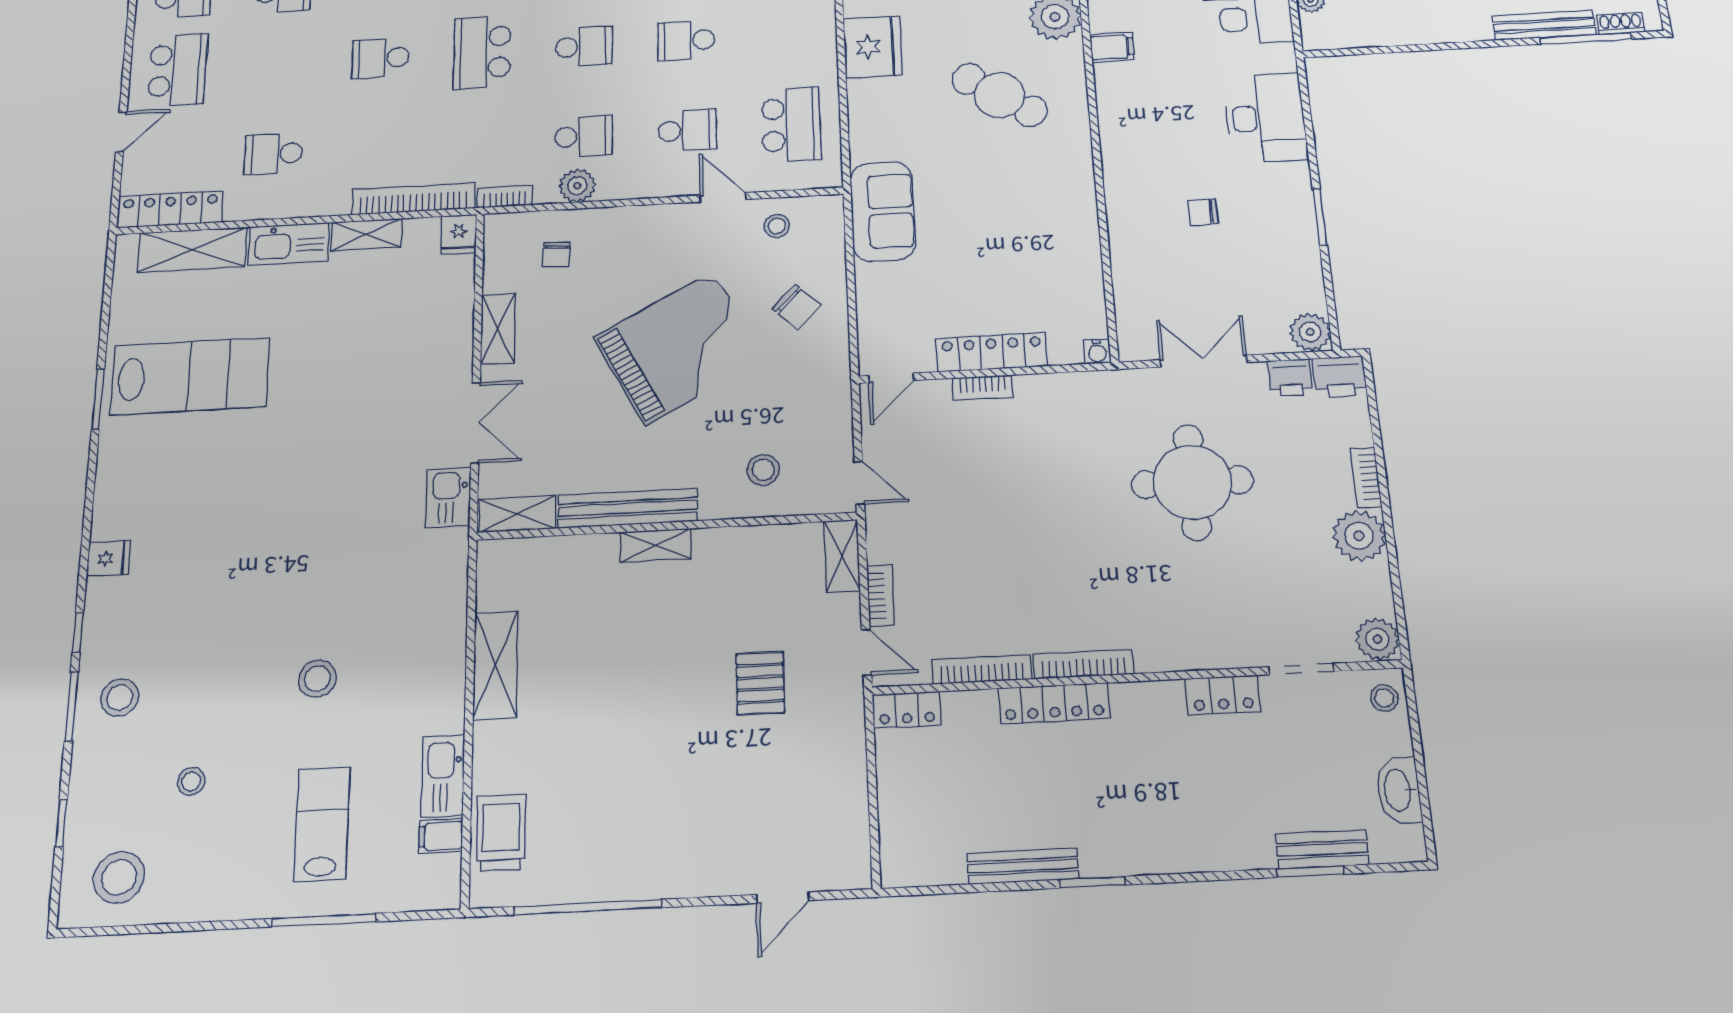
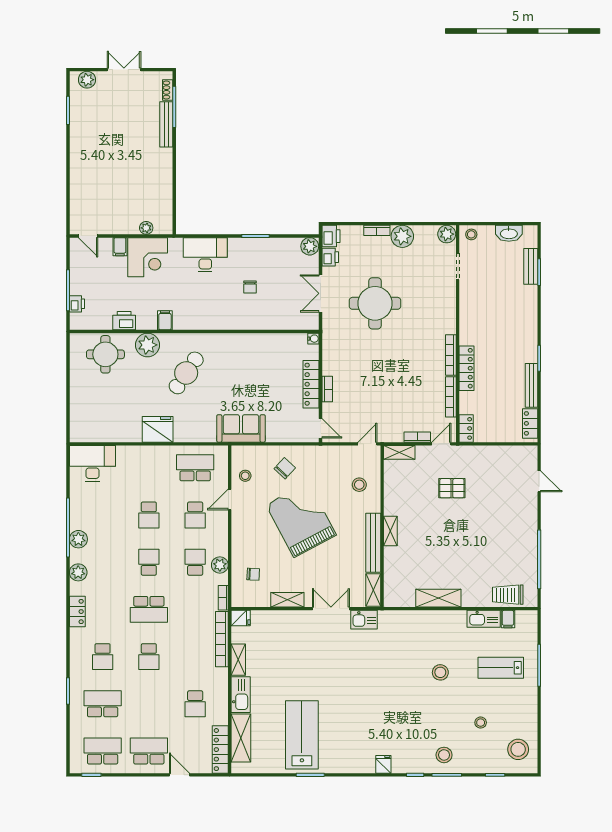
school desk: (687, 130) -> (195, 515), turned 180
locker: (1223, 695) -> (530, 423), moved, turned 180

